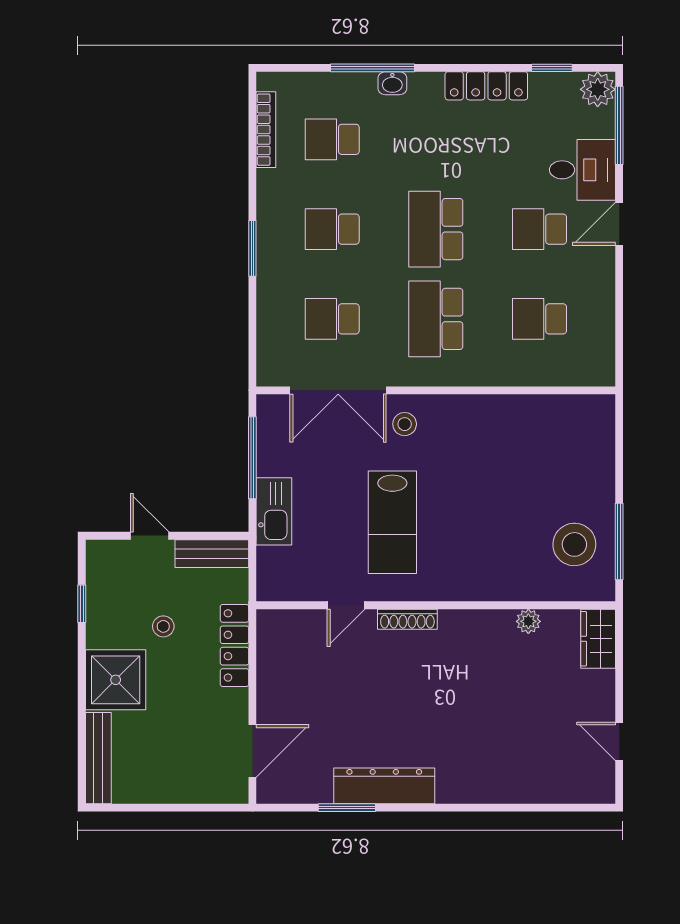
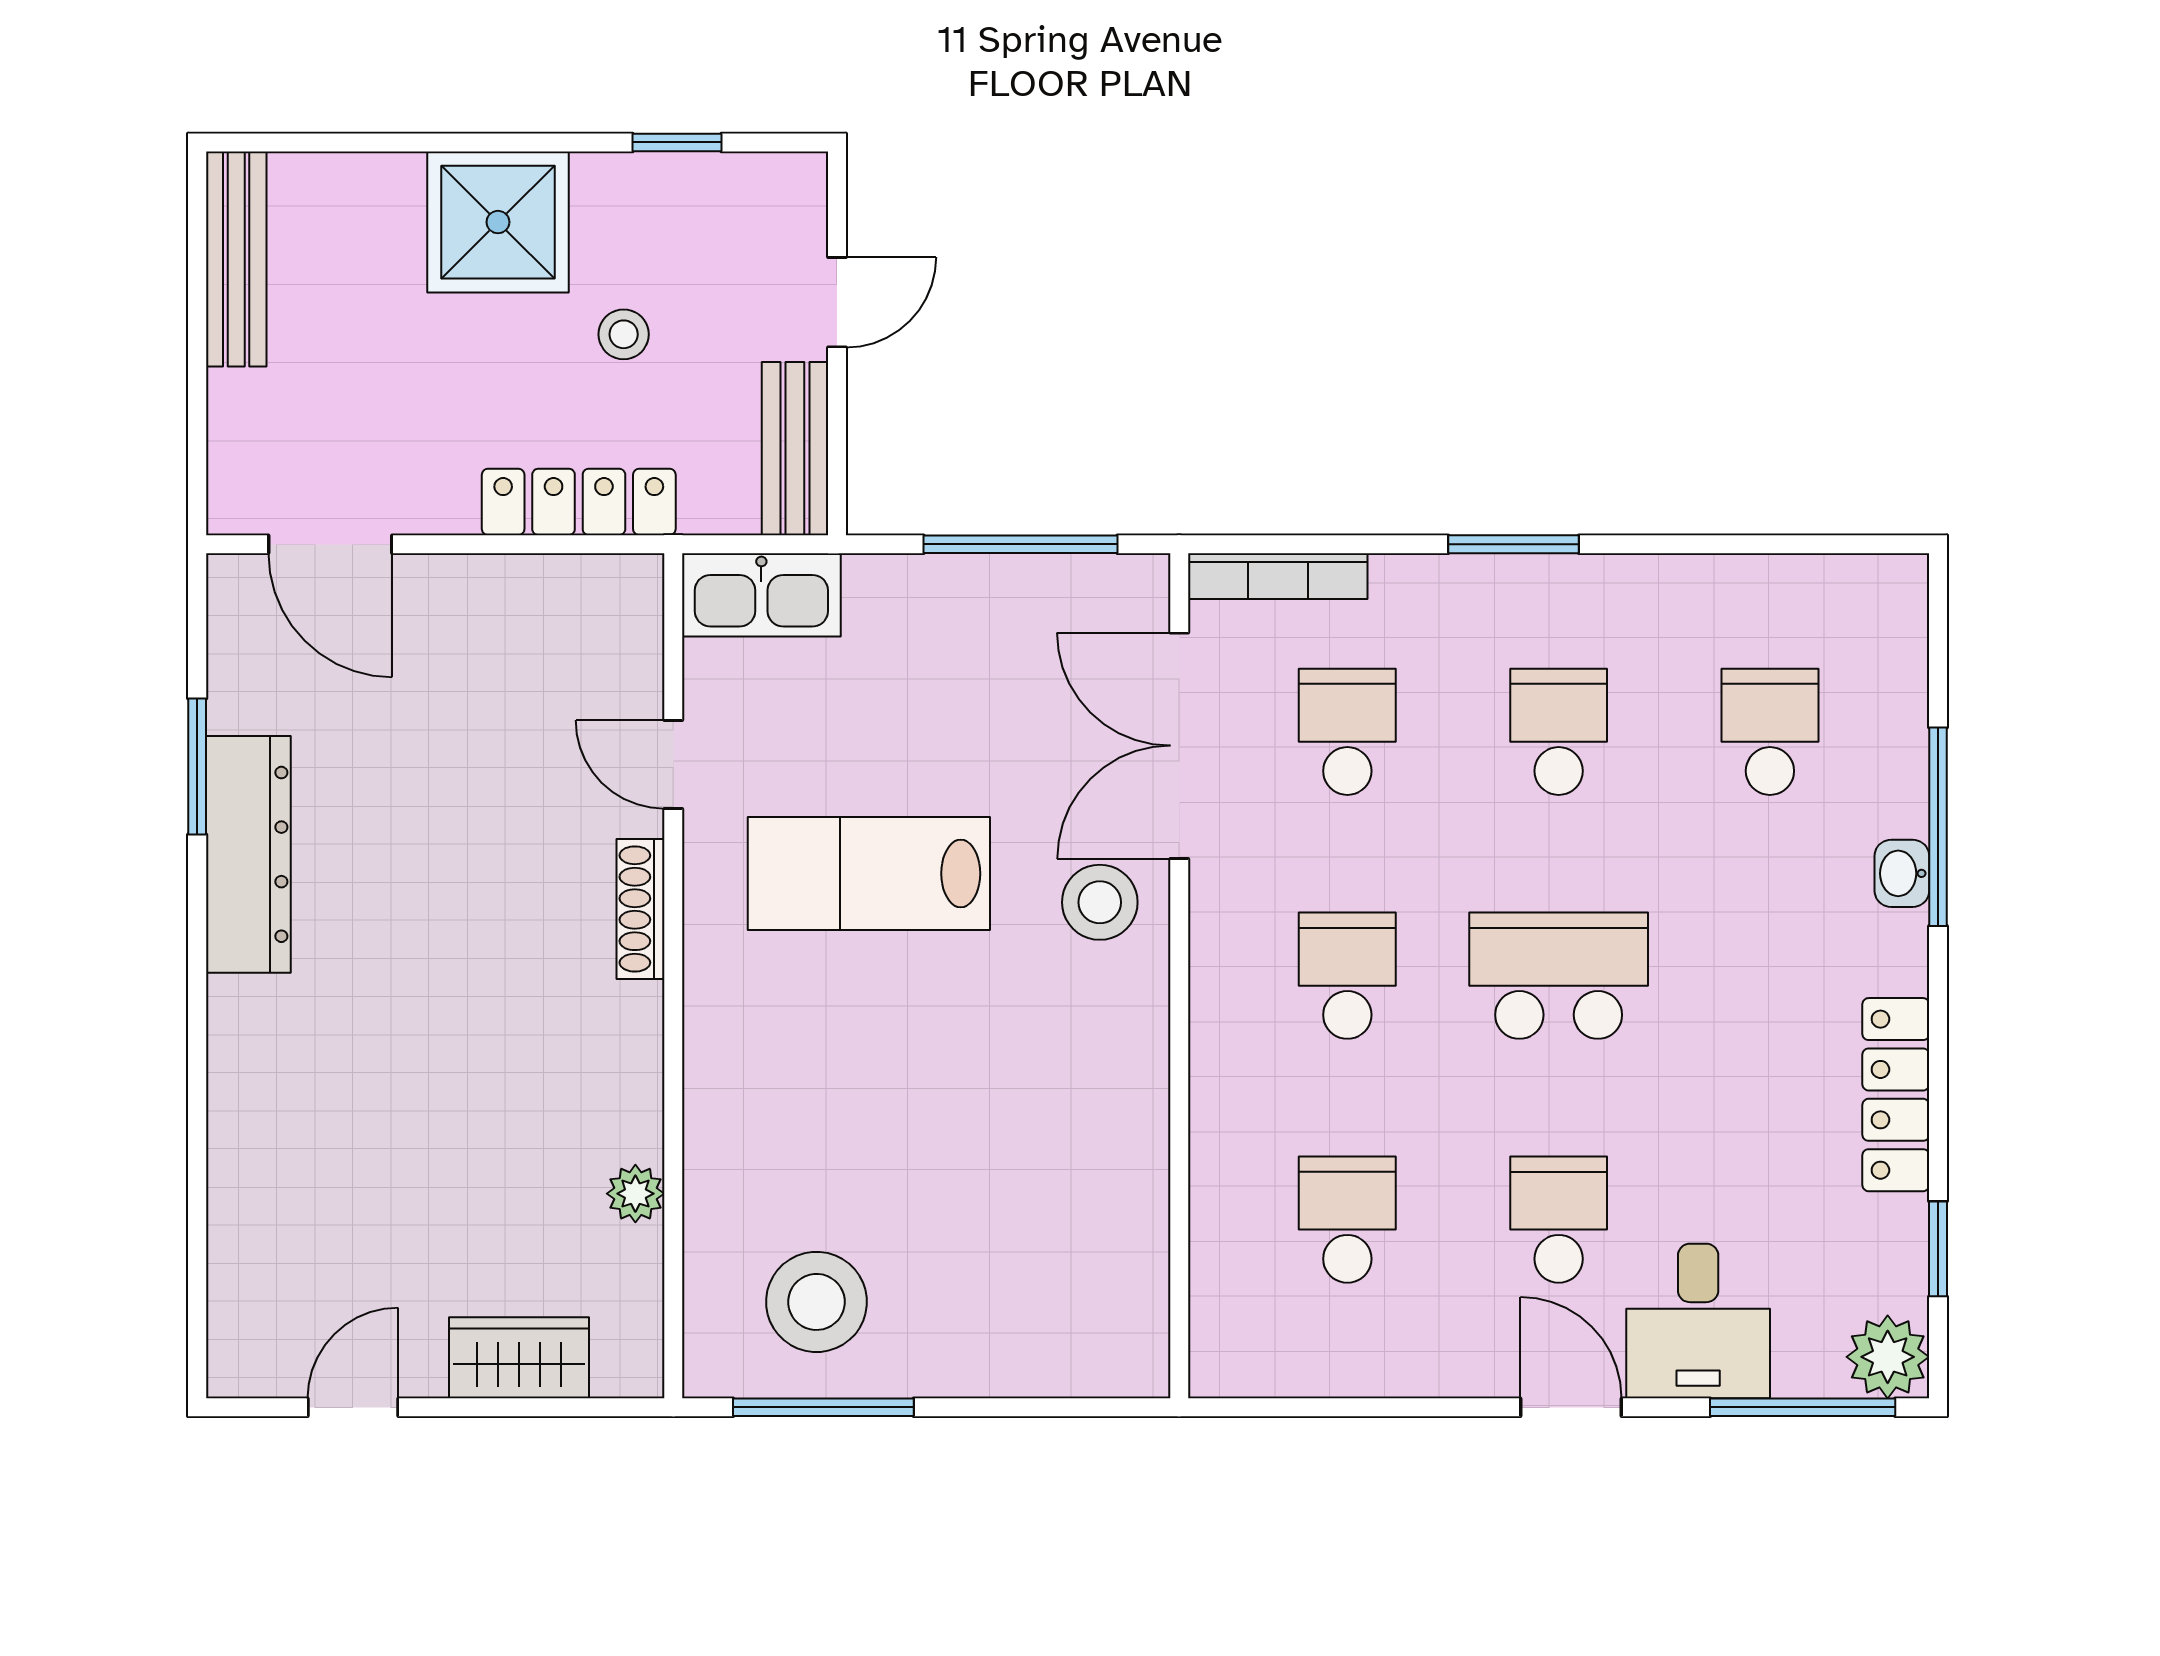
bookcase: (266, 130) -> (1278, 576), moved
school desk: (436, 319) -> (1347, 976), width x0.54
stool: (405, 424) -> (1100, 902), width x1.37, depth x1.37
kitchen sink: (274, 511) -> (761, 595), moved
wardrobe: (598, 639) -> (519, 1358), moved
bench: (98, 758) -> (236, 259), moved, turned 90

